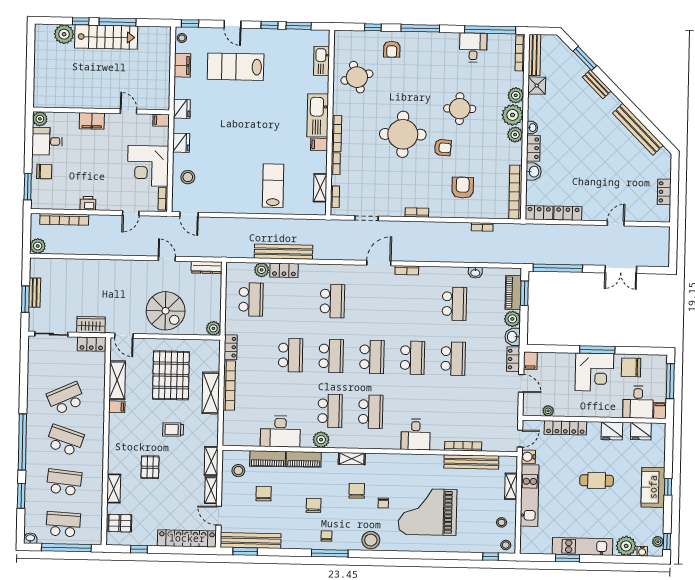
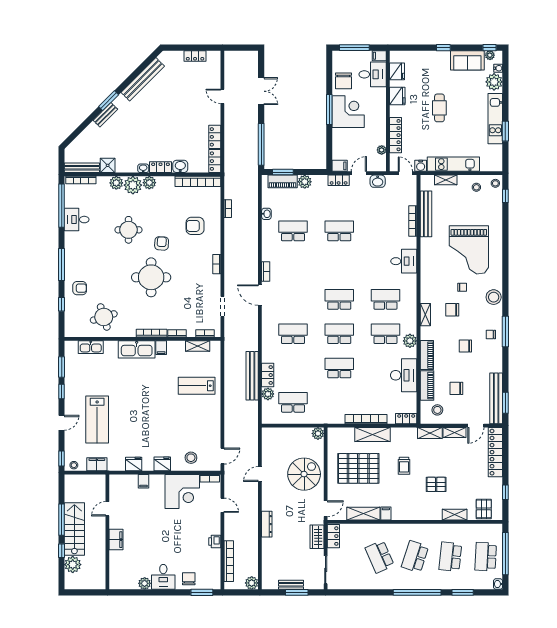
window: (585, 58) -> (109, 101), moved
wall: (101, 111) -> (107, 532), moved
door: (129, 111) -> (107, 509), moved
filing cabinet: (92, 121) -> (116, 540), moved
dresser: (206, 267) -> (267, 524), moved
washbasin: (513, 337) -> (378, 181), moved
locker: (231, 347) -> (406, 419), moved
school desk: (413, 358) -> (339, 265), removed
sofa: (653, 487) -> (467, 60), moved

